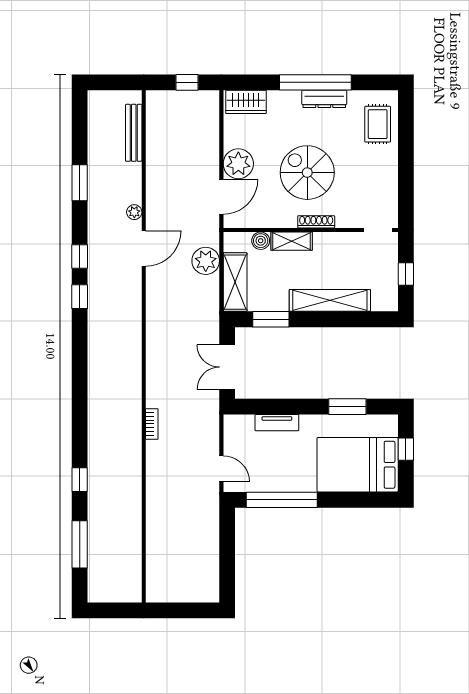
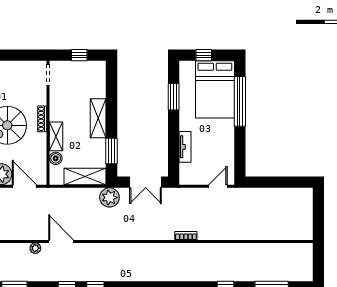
plant: (206, 261) -> (109, 197), moved
shelving: (330, 300) -> (98, 118), width x0.68
window: (282, 500) -> (240, 101), moved

